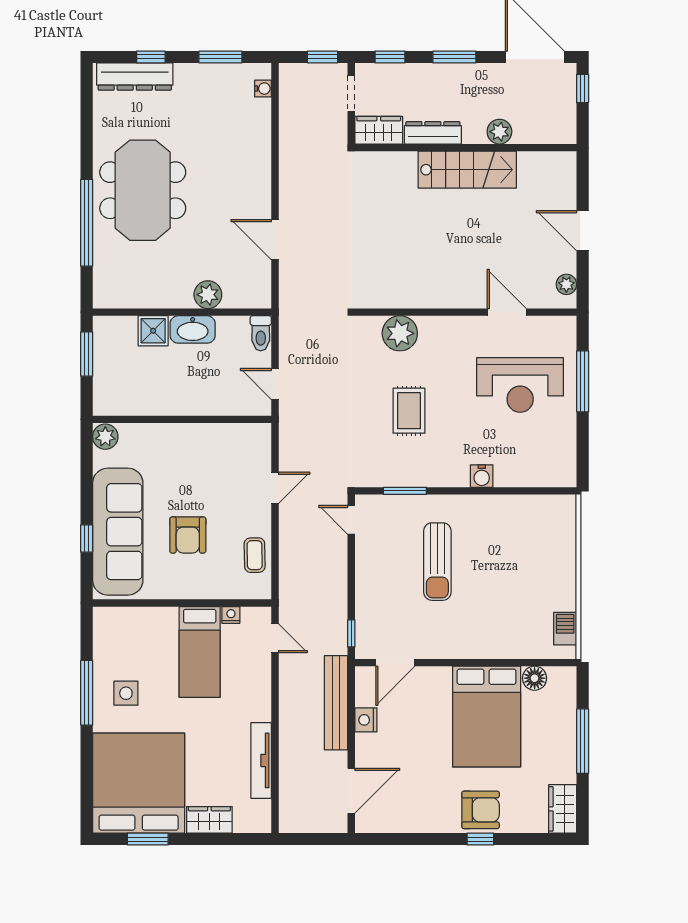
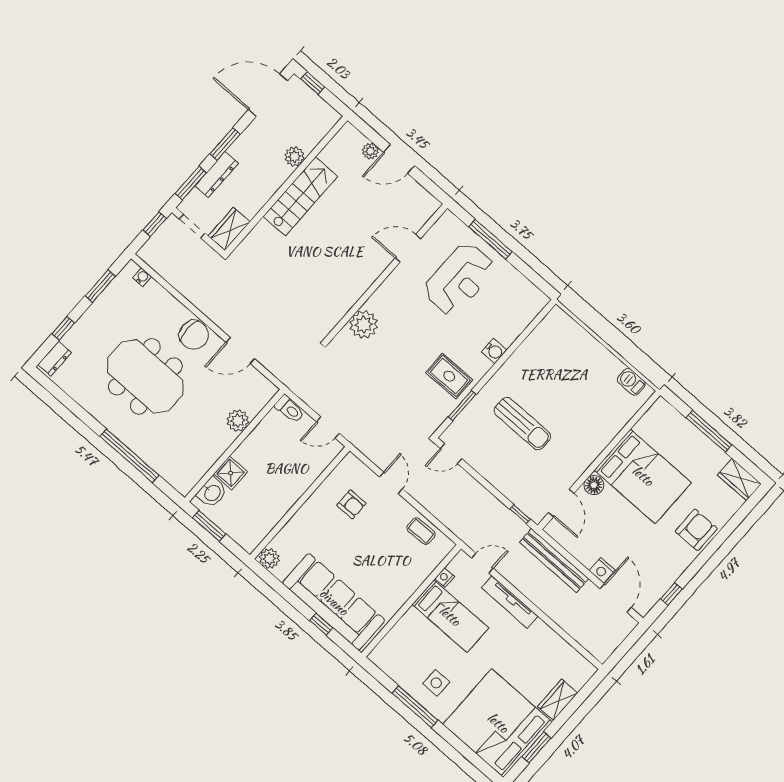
window: (390, 57) -> (191, 183), width x1.50
dresser: (135, 77) -> (55, 359), width x0.51, depth x0.80
dresser: (433, 133) -> (217, 174), moved, turned 180
chair: (252, 184) -> (194, 335), added
meeting table: (143, 190) -> (145, 376), moved
plant: (566, 284) -> (370, 151), moved
washbasin: (193, 329) -> (212, 493), moved, width x0.72
rug: (409, 411) -> (449, 376), moved
armchair: (188, 535) -> (351, 504), moved, width x0.72, depth x0.72
floor lamp: (535, 678) -> (594, 485), moved
nightstand: (366, 720) -> (602, 570), moved
tv unit: (261, 760) -> (510, 602), moved
window: (480, 839) -> (671, 594), moved

